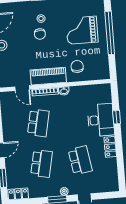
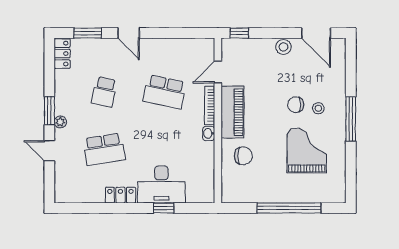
grand piano: (82, 30) -> (307, 150), moved
school desk: (42, 163) -> (104, 92), width x0.54

